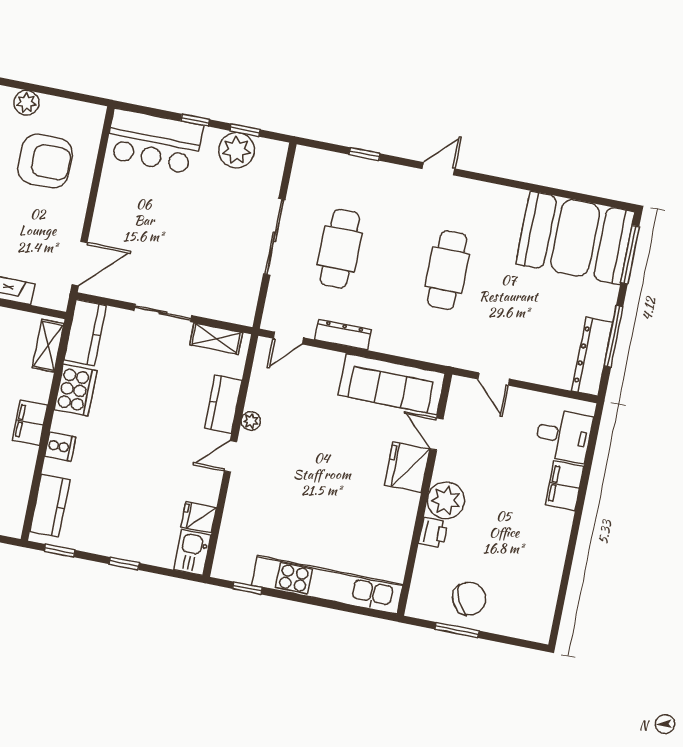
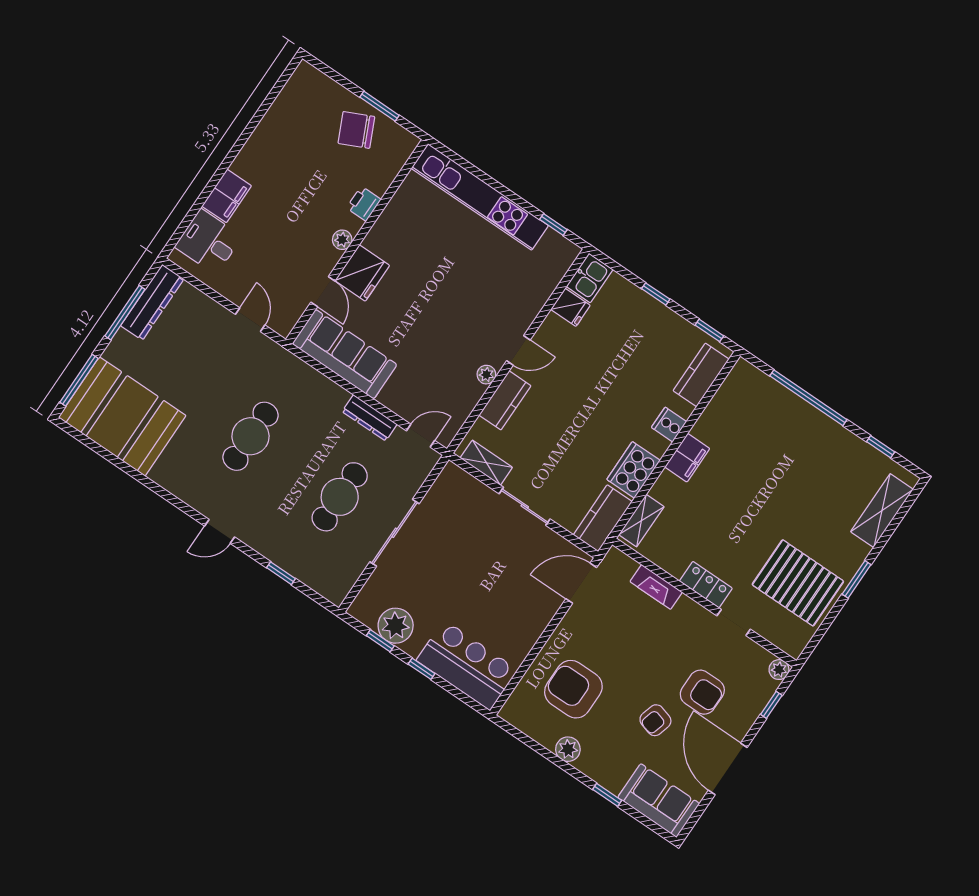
plant: (446, 500) -> (342, 240), width x0.53, depth x0.53

